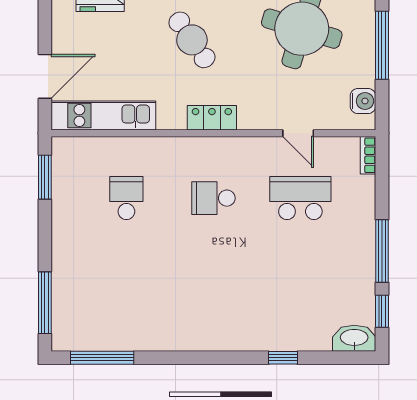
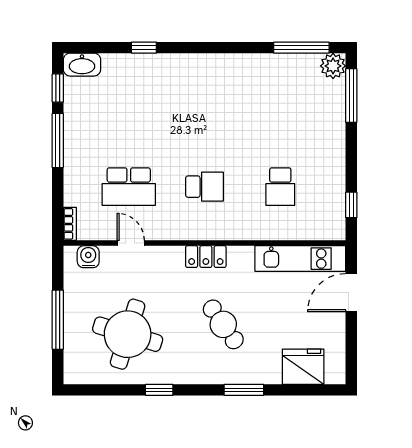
water cooler: (363, 101) -> (88, 257), moved, turned 90
window: (45, 177) -> (351, 205), width x0.67
plant: (66, 337) -> (333, 66), added

